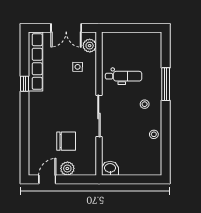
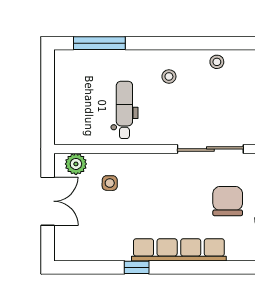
row of seats: (36, 62) -> (179, 250), moved
window: (166, 84) -> (99, 43), moved
sliding door: (99, 116) -> (210, 149), moved

